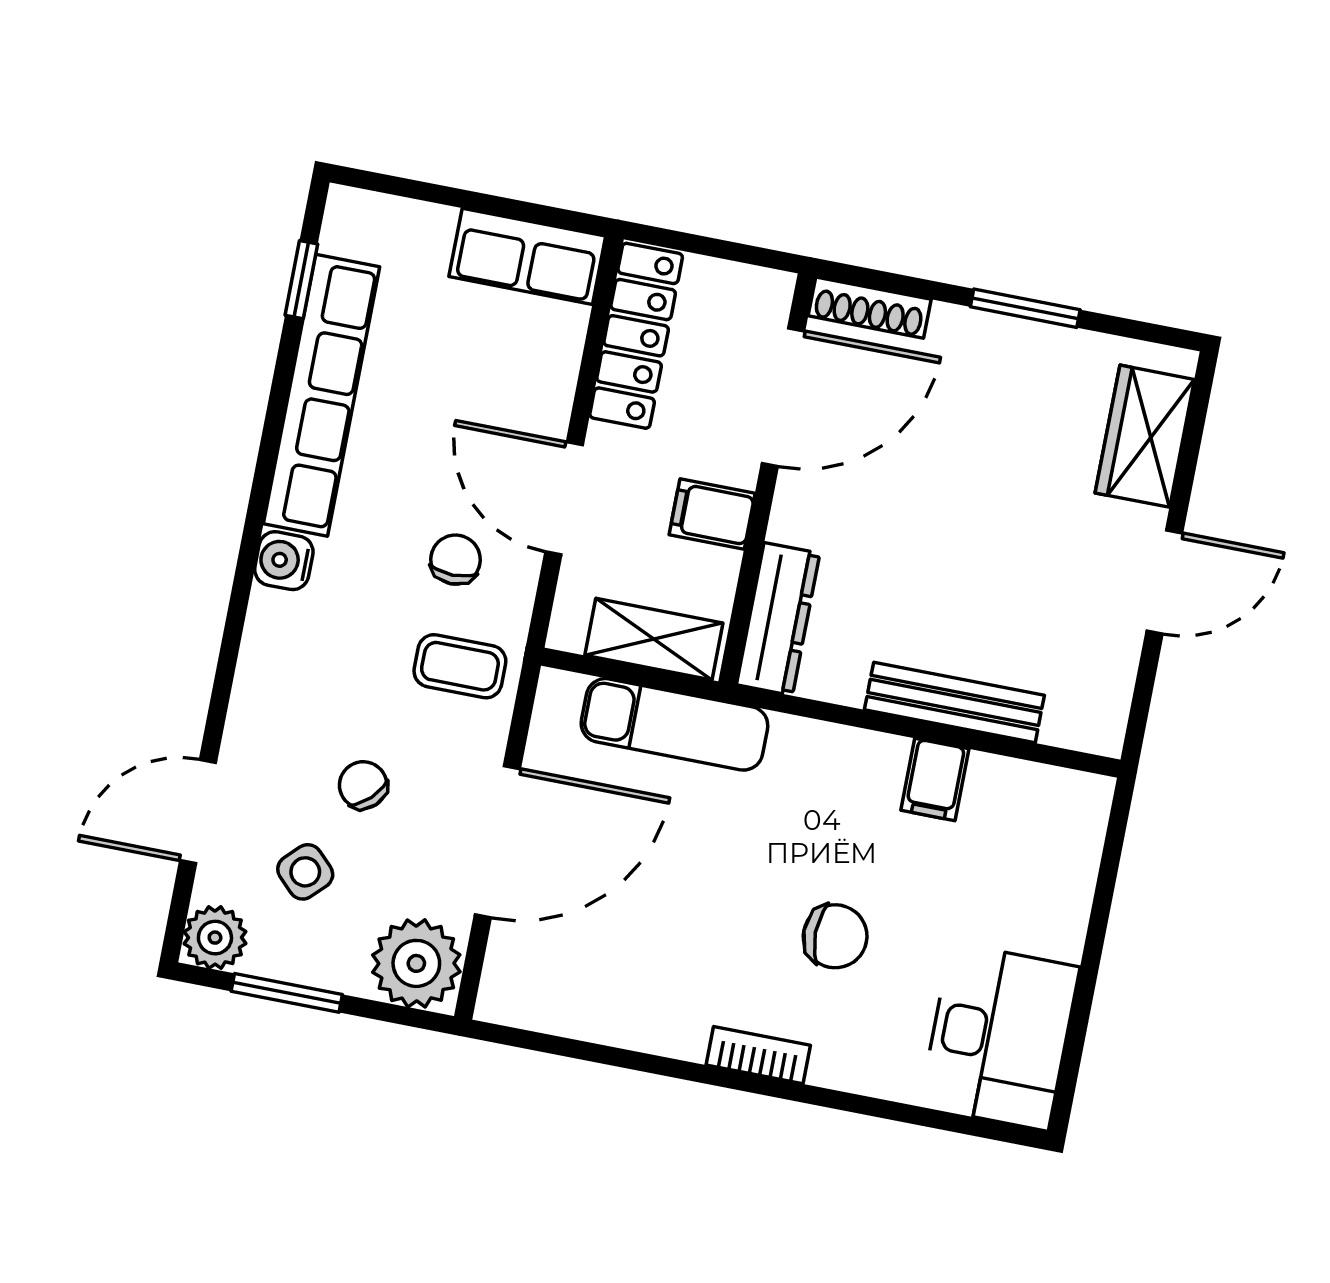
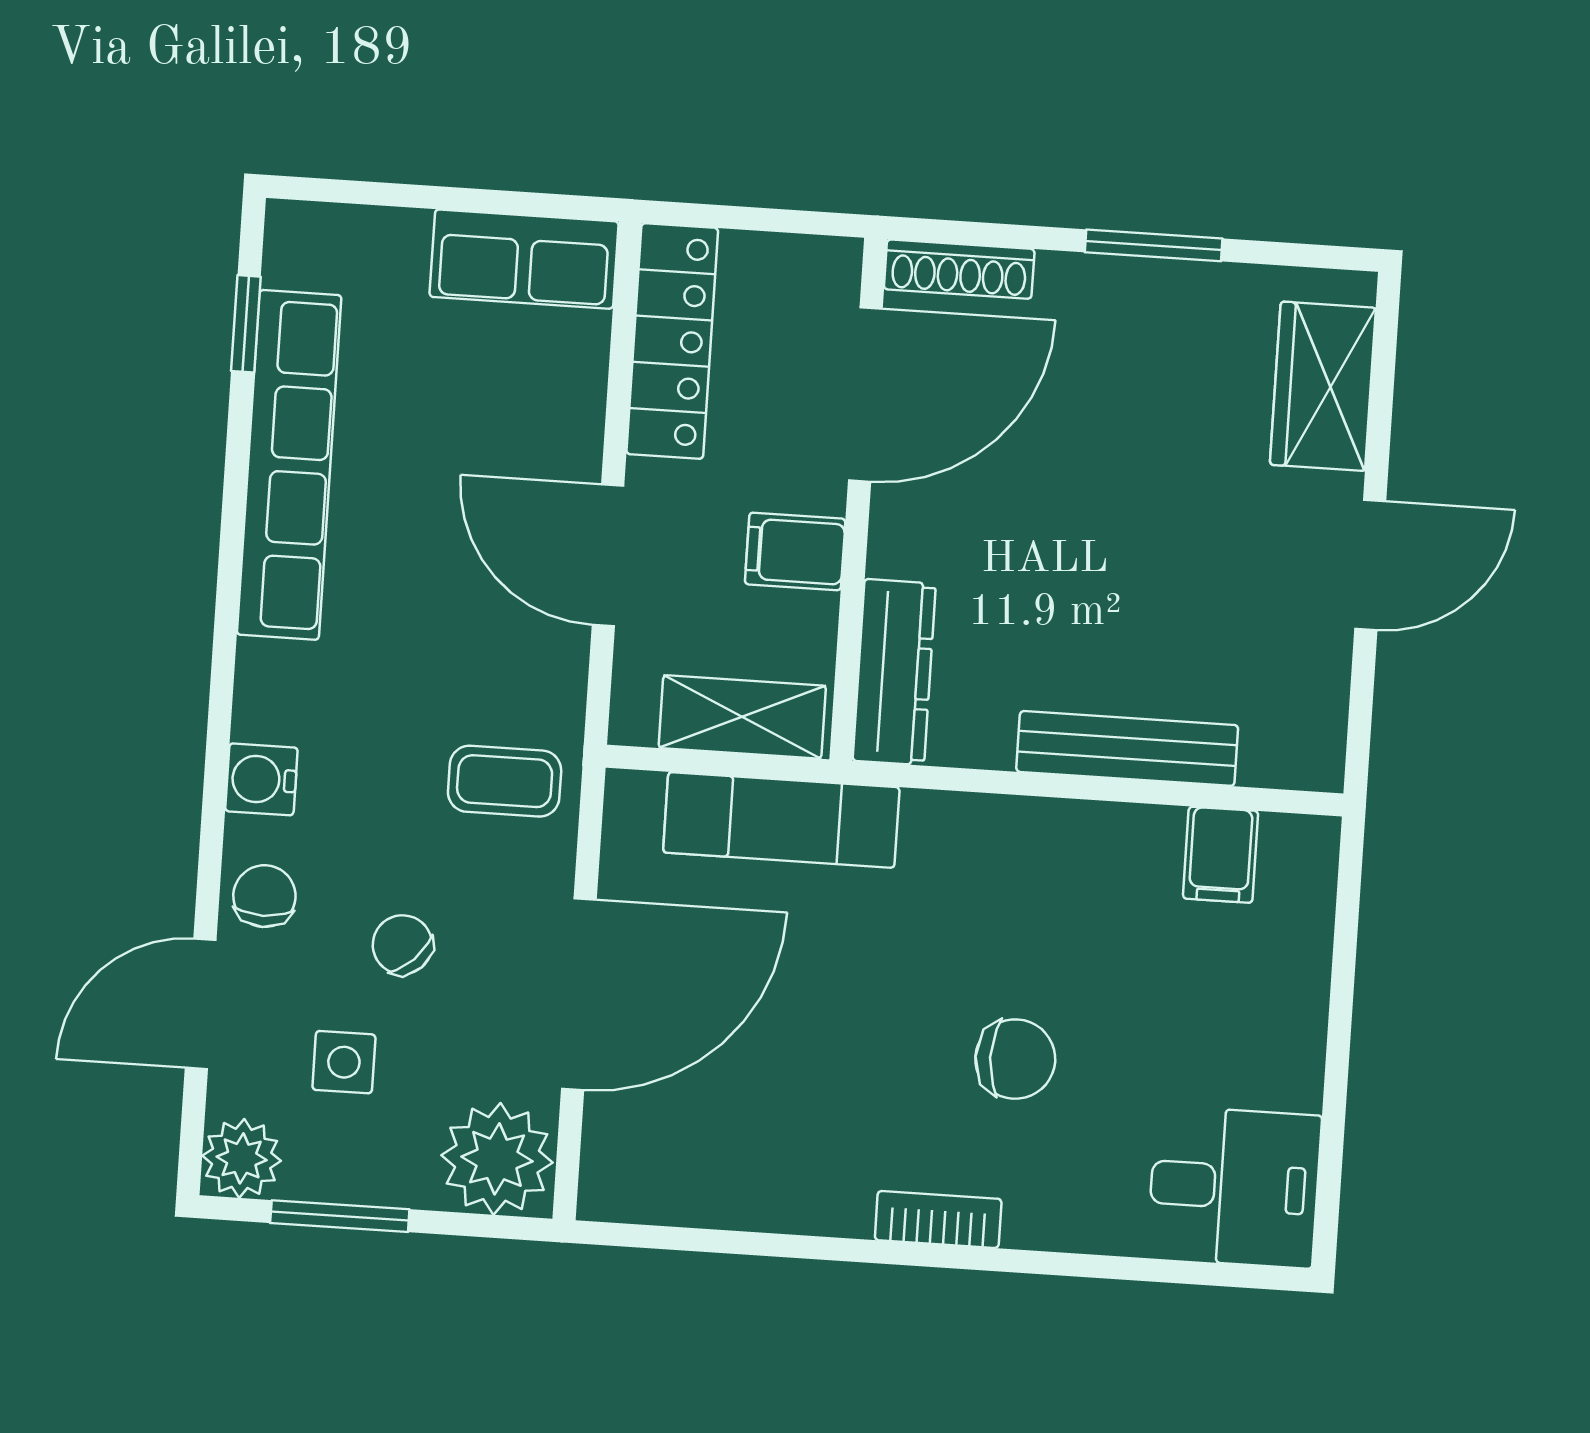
chair: (455, 560) -> (264, 896), moved
water cooler: (284, 561) -> (261, 779), moved
filing cabinet: (935, 780) -> (1221, 855), moved
side table: (305, 872) -> (344, 1062), turned 45
desk: (999, 1037) -> (1234, 1187), width x0.73

